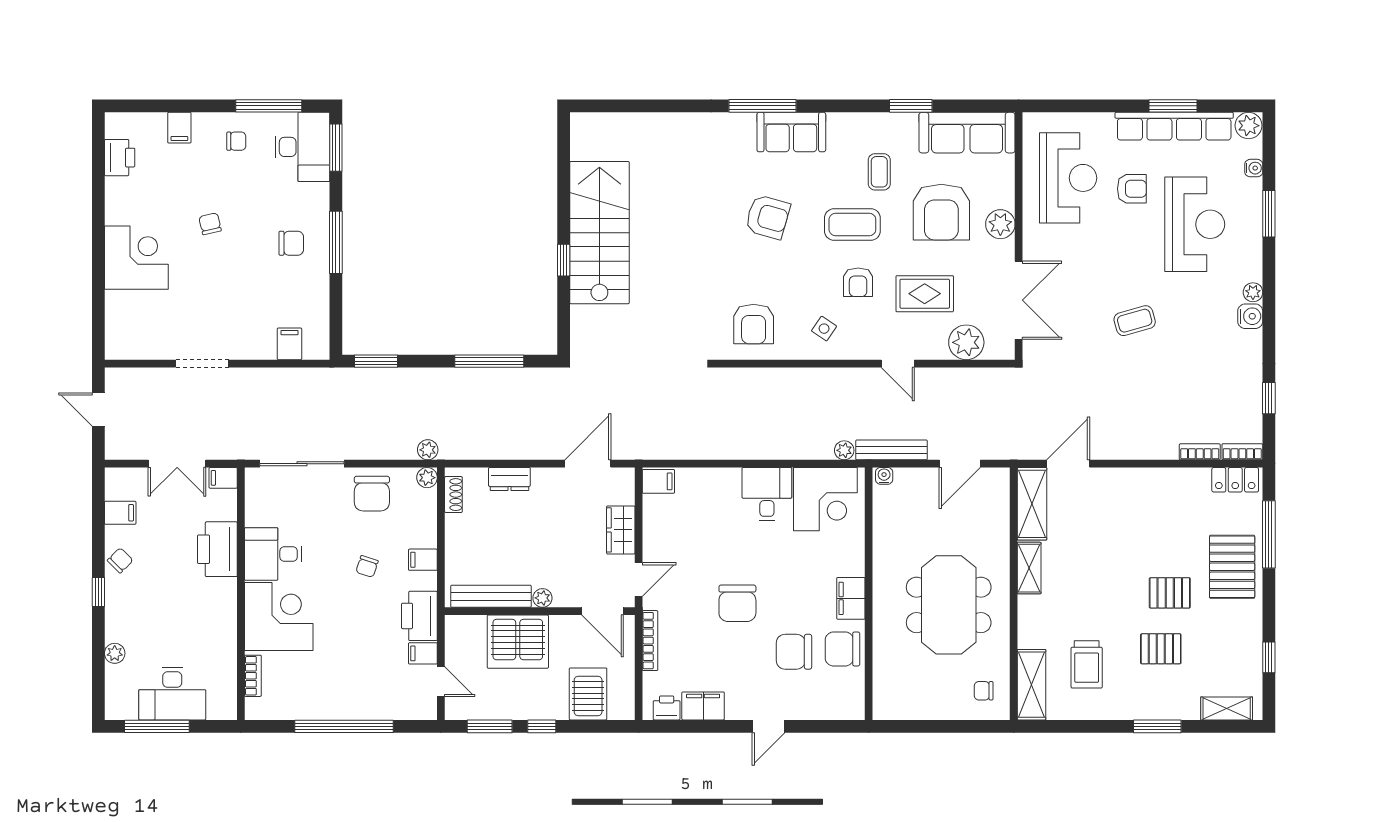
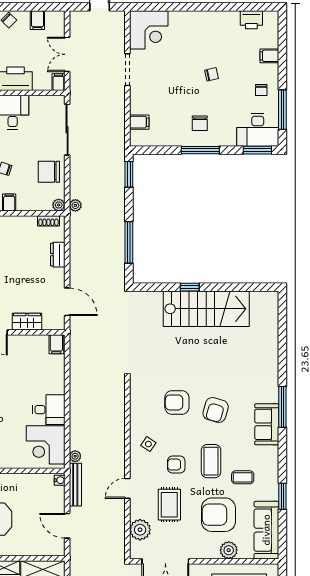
plant: (1000, 224) -> (229, 550), moved
corner desk: (136, 258) -> (149, 30), moved
armchair: (754, 324) -> (177, 402), moved

